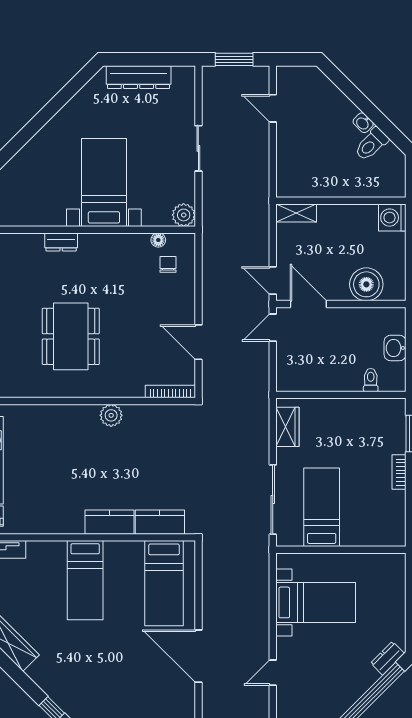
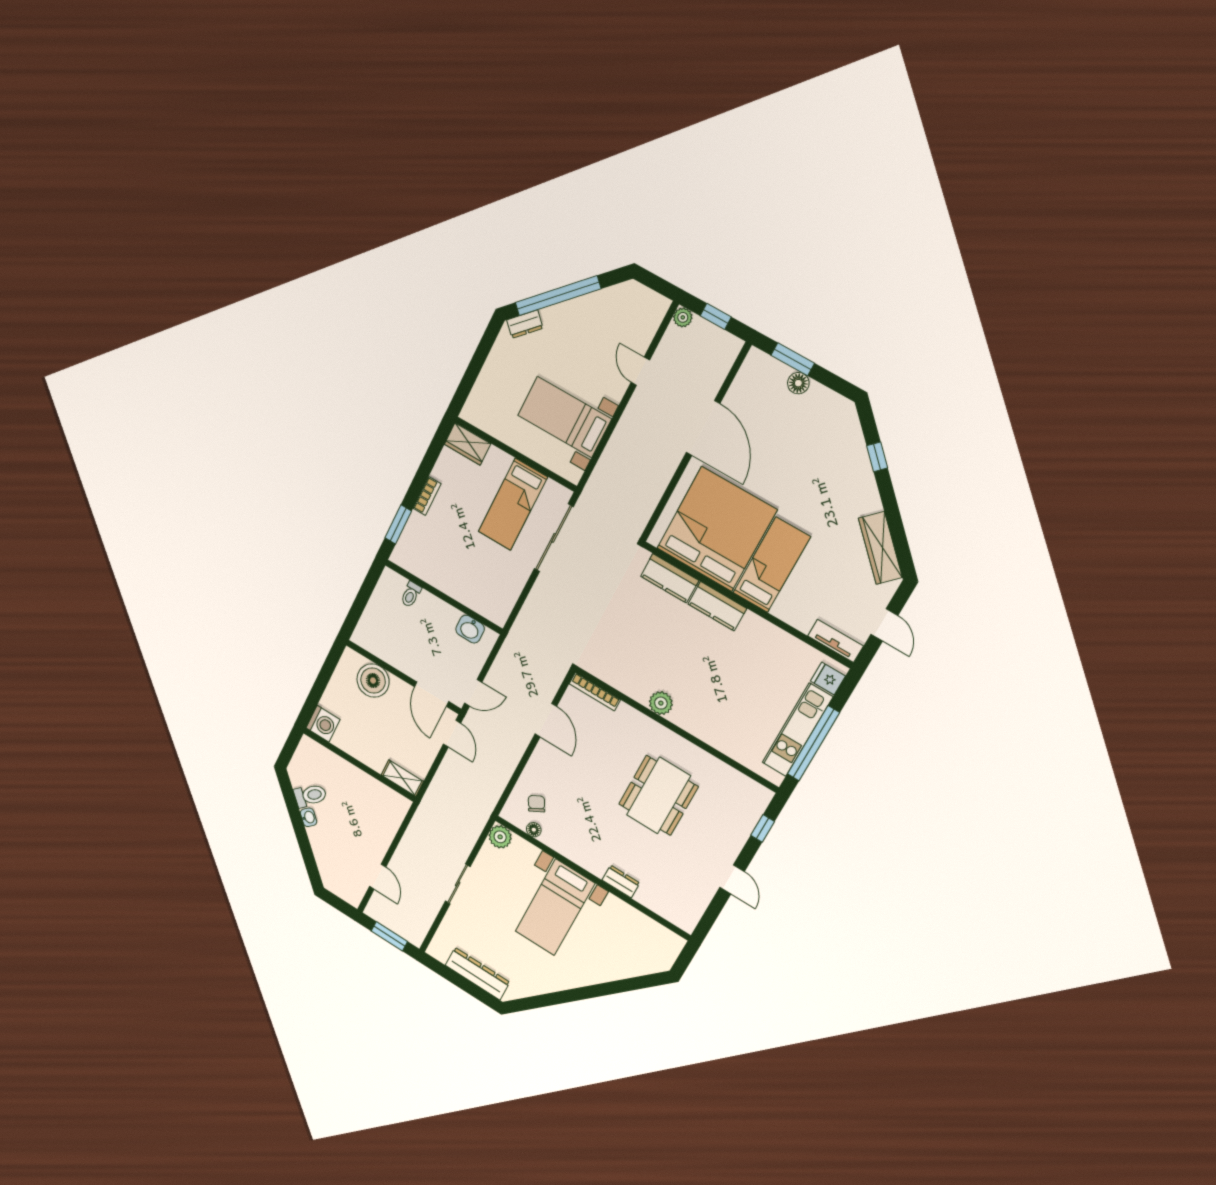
chair: (168, 264) -> (536, 804), turned 151
washbasin: (395, 348) -> (470, 629), moved, turned 90
wardrobe: (287, 427) -> (468, 444), moved, turned -90
bed: (164, 583) -> (717, 529), width x2.04
door: (273, 673) -> (640, 371), swing flipped

